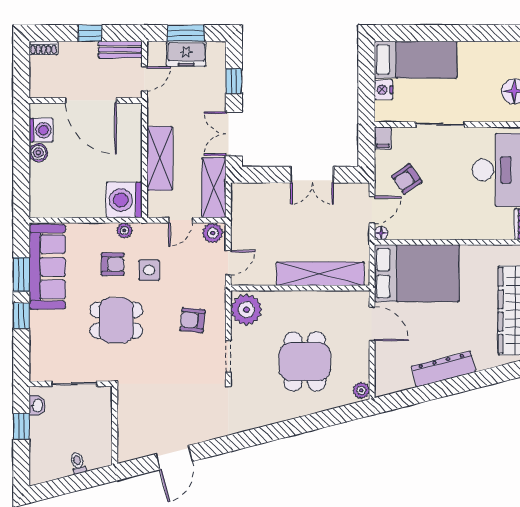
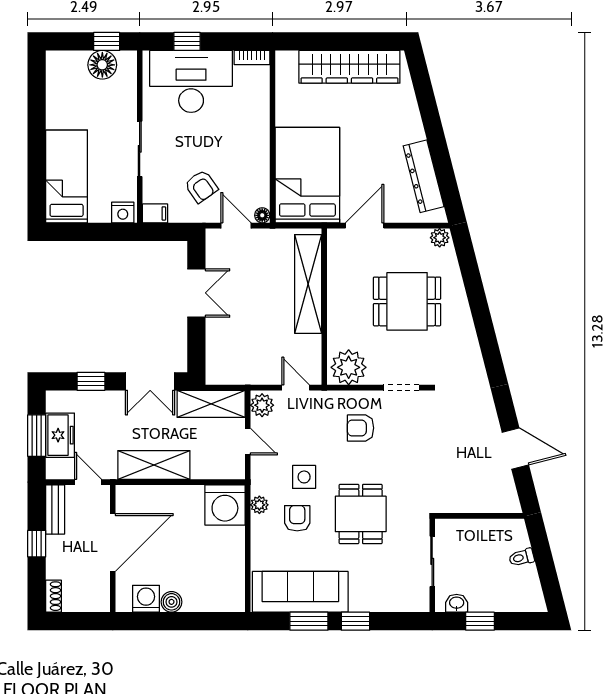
nightstand: (384, 90) -> (123, 213), moved
shelving: (160, 158) -> (154, 465), moved
armchair: (193, 320) -> (360, 428), turned 84
dresser: (443, 369) -> (424, 176), moved

